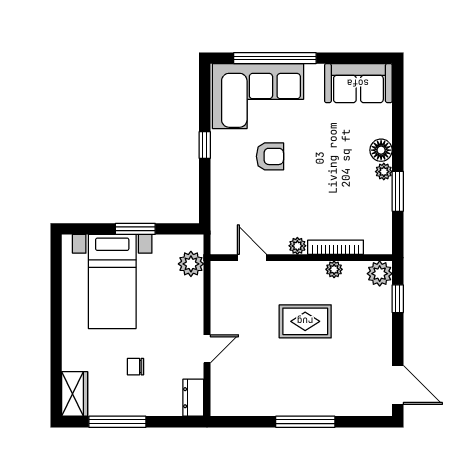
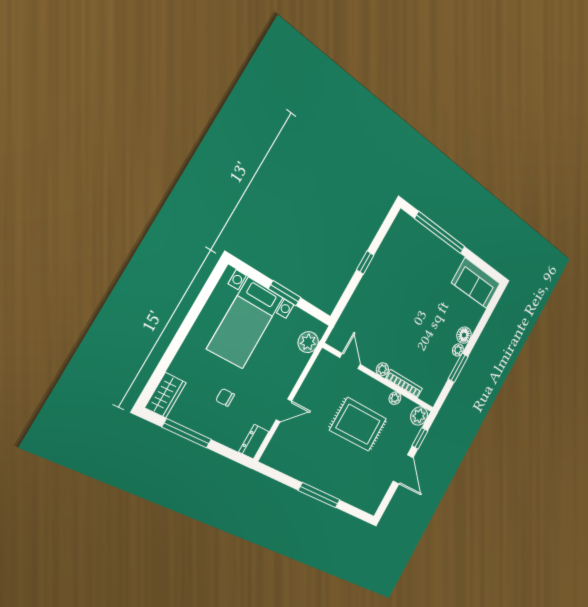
corner sofa: (258, 96) -> (416, 251), removed
armchair: (270, 156) -> (400, 297), removed
rug: (305, 321) -> (358, 424), width x1.36, depth x1.43
door: (398, 385) -> (403, 469), moved

